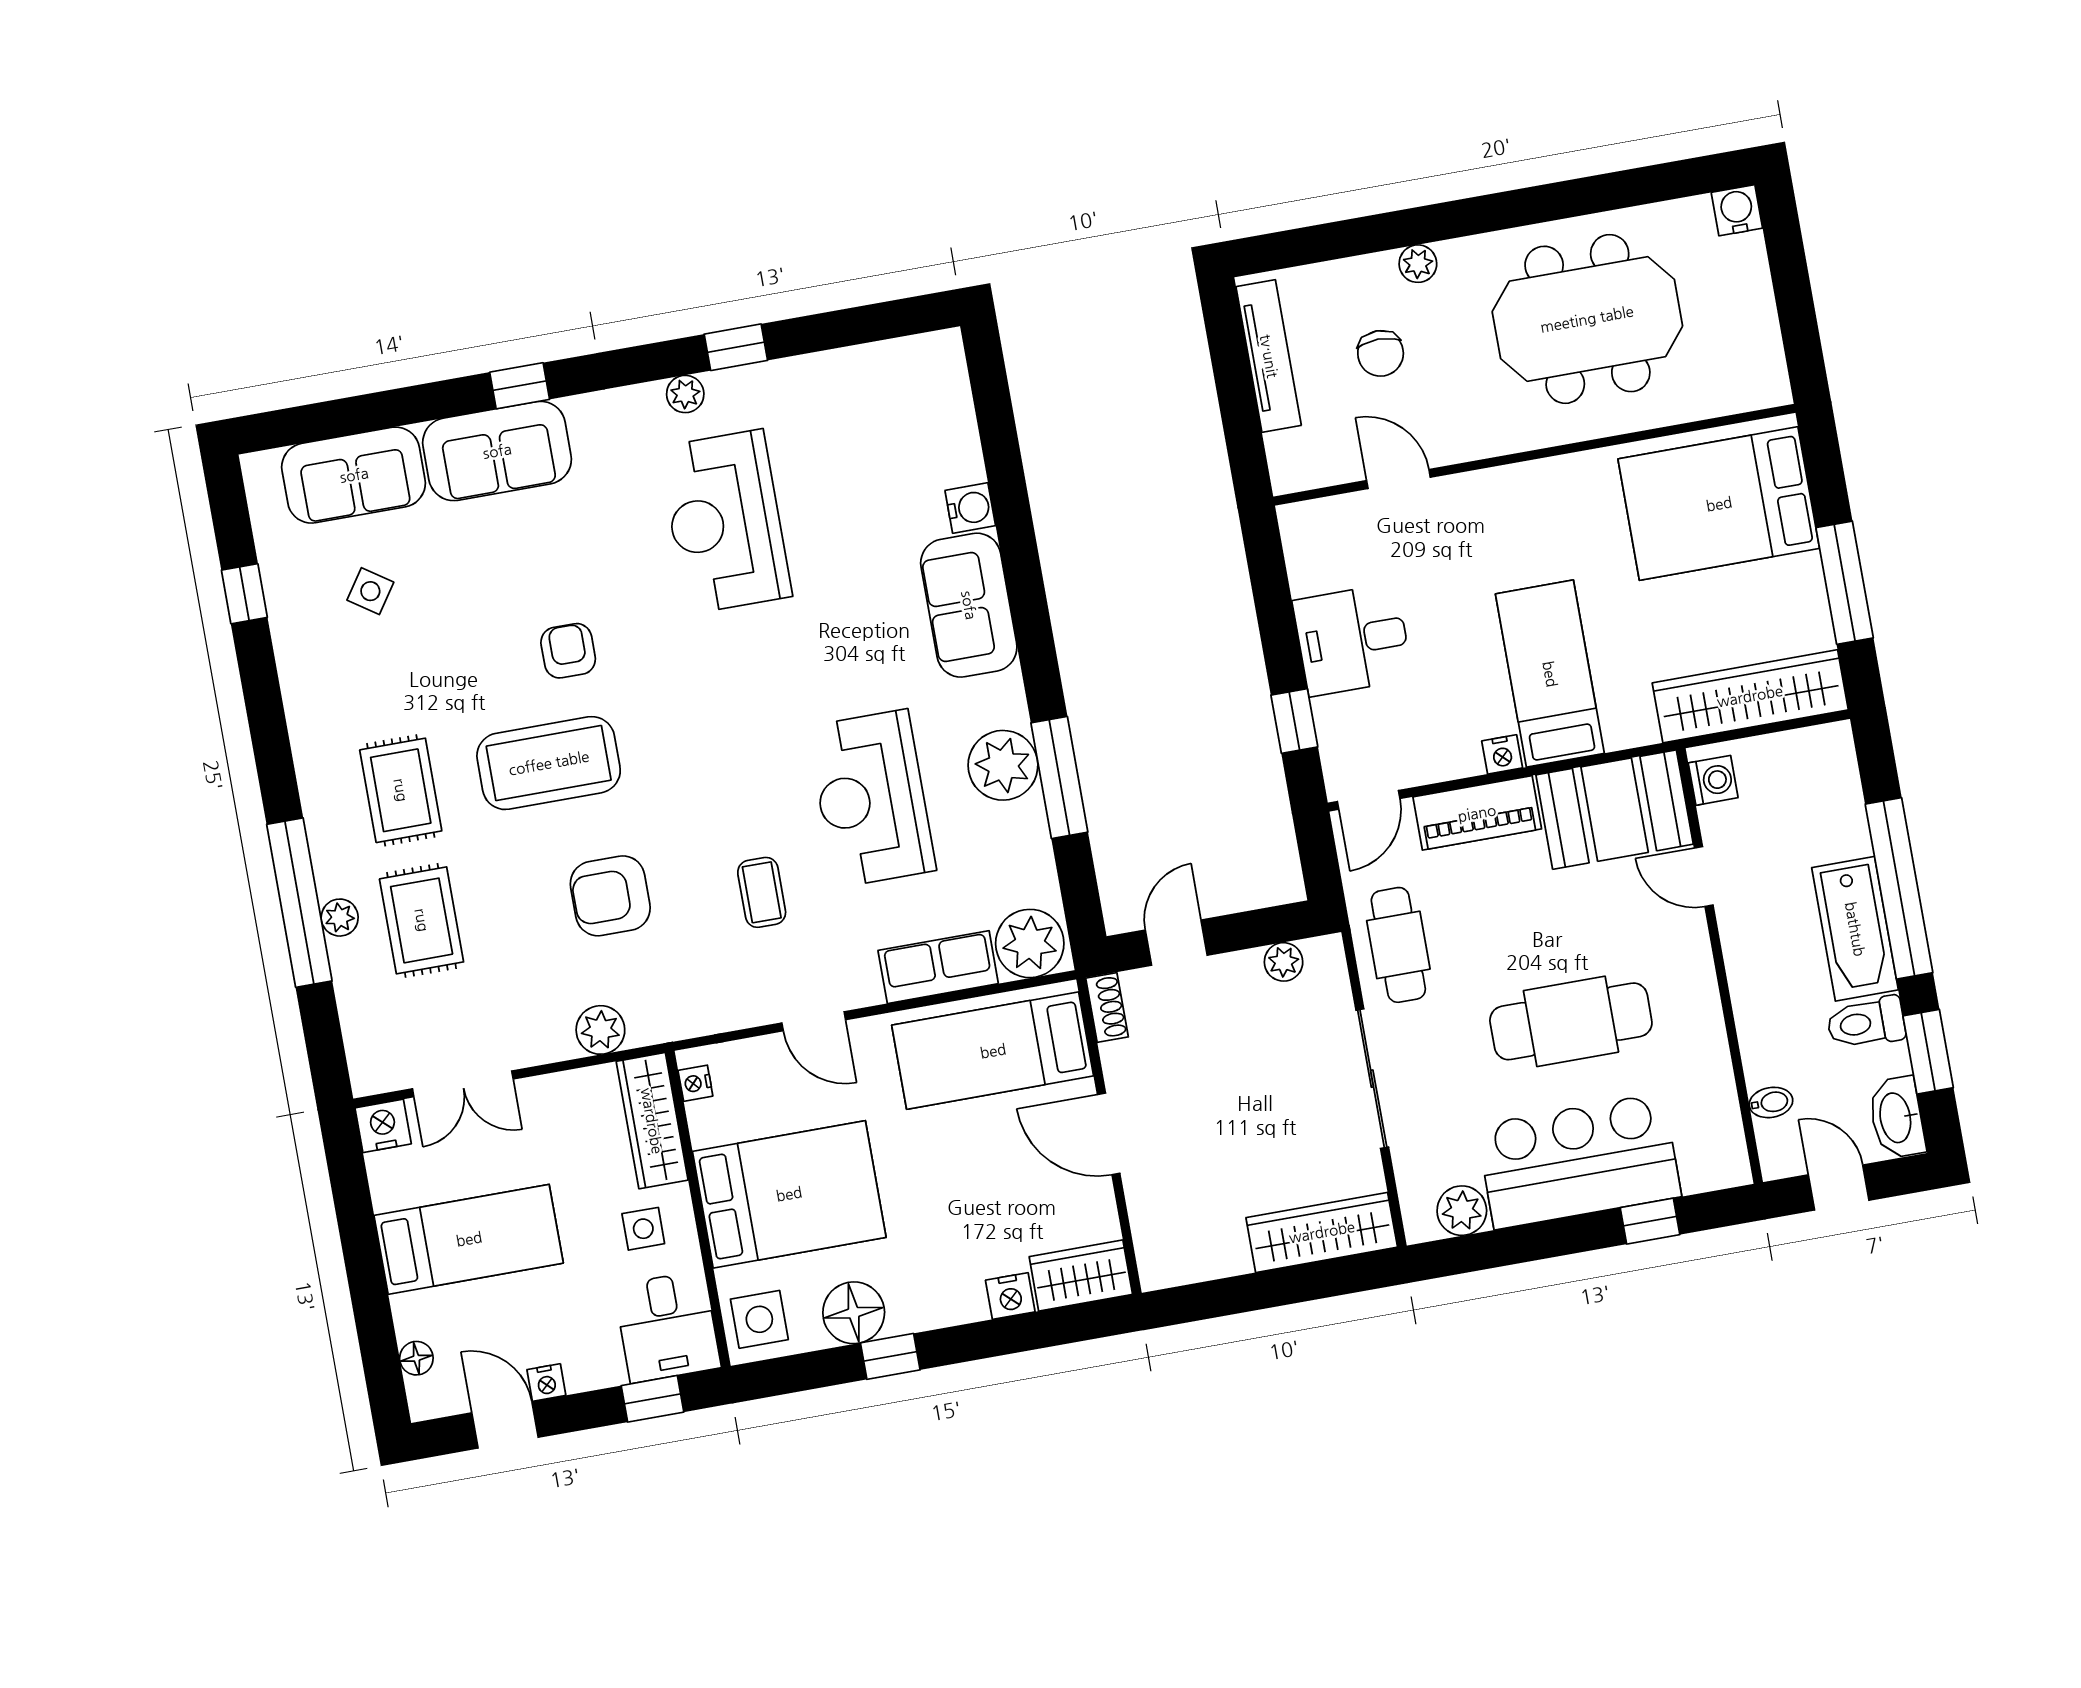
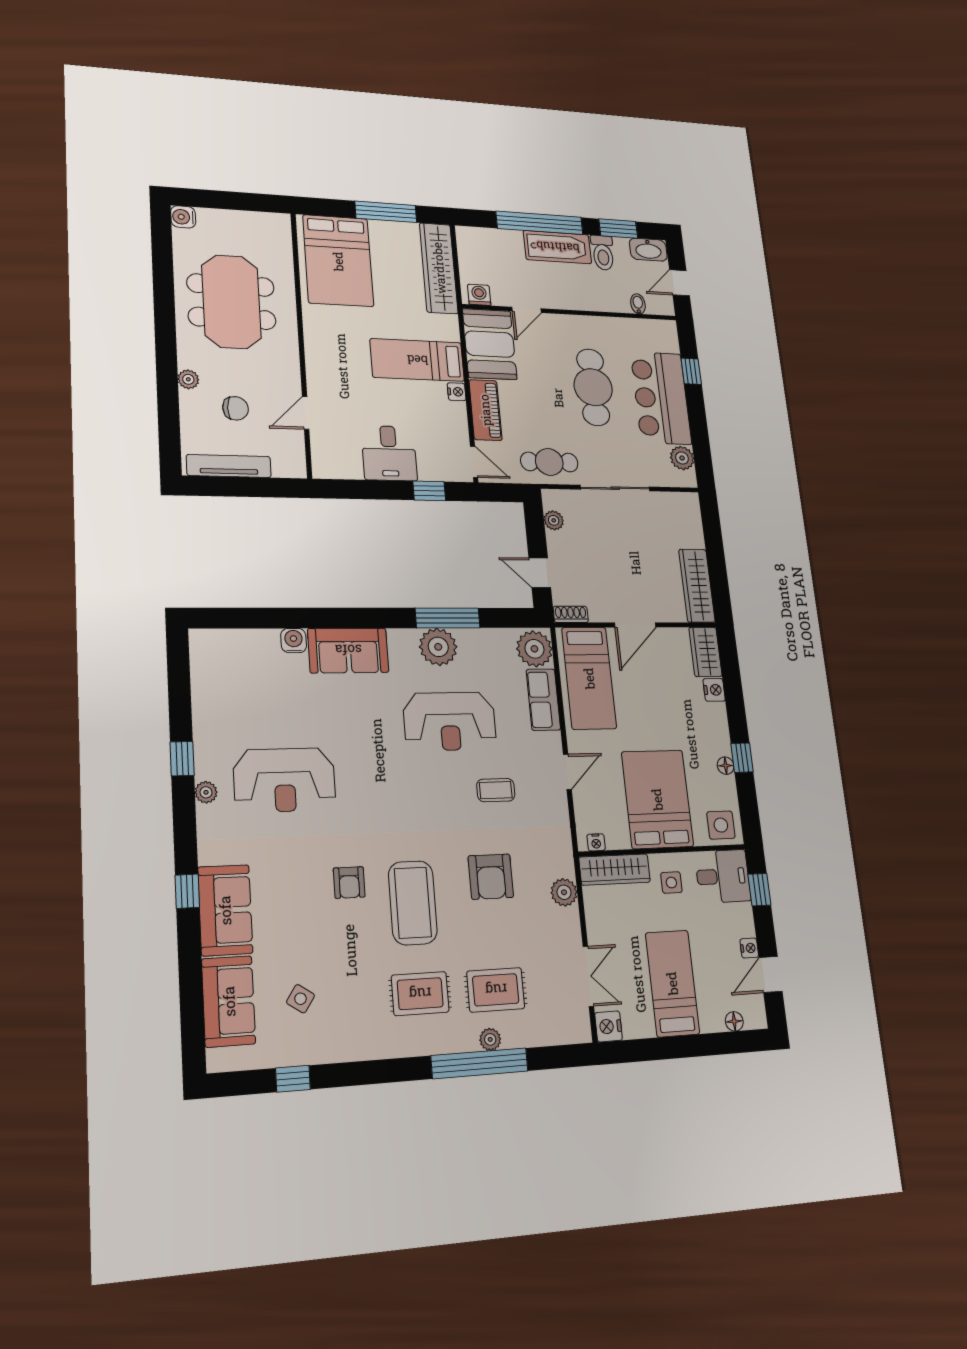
armchair: (568, 651) -> (349, 883), turned -90
wardrobe: (1322, 1232) -> (697, 586), moved
floor lamp: (854, 1313) -> (726, 766), width x0.53, depth x0.53

